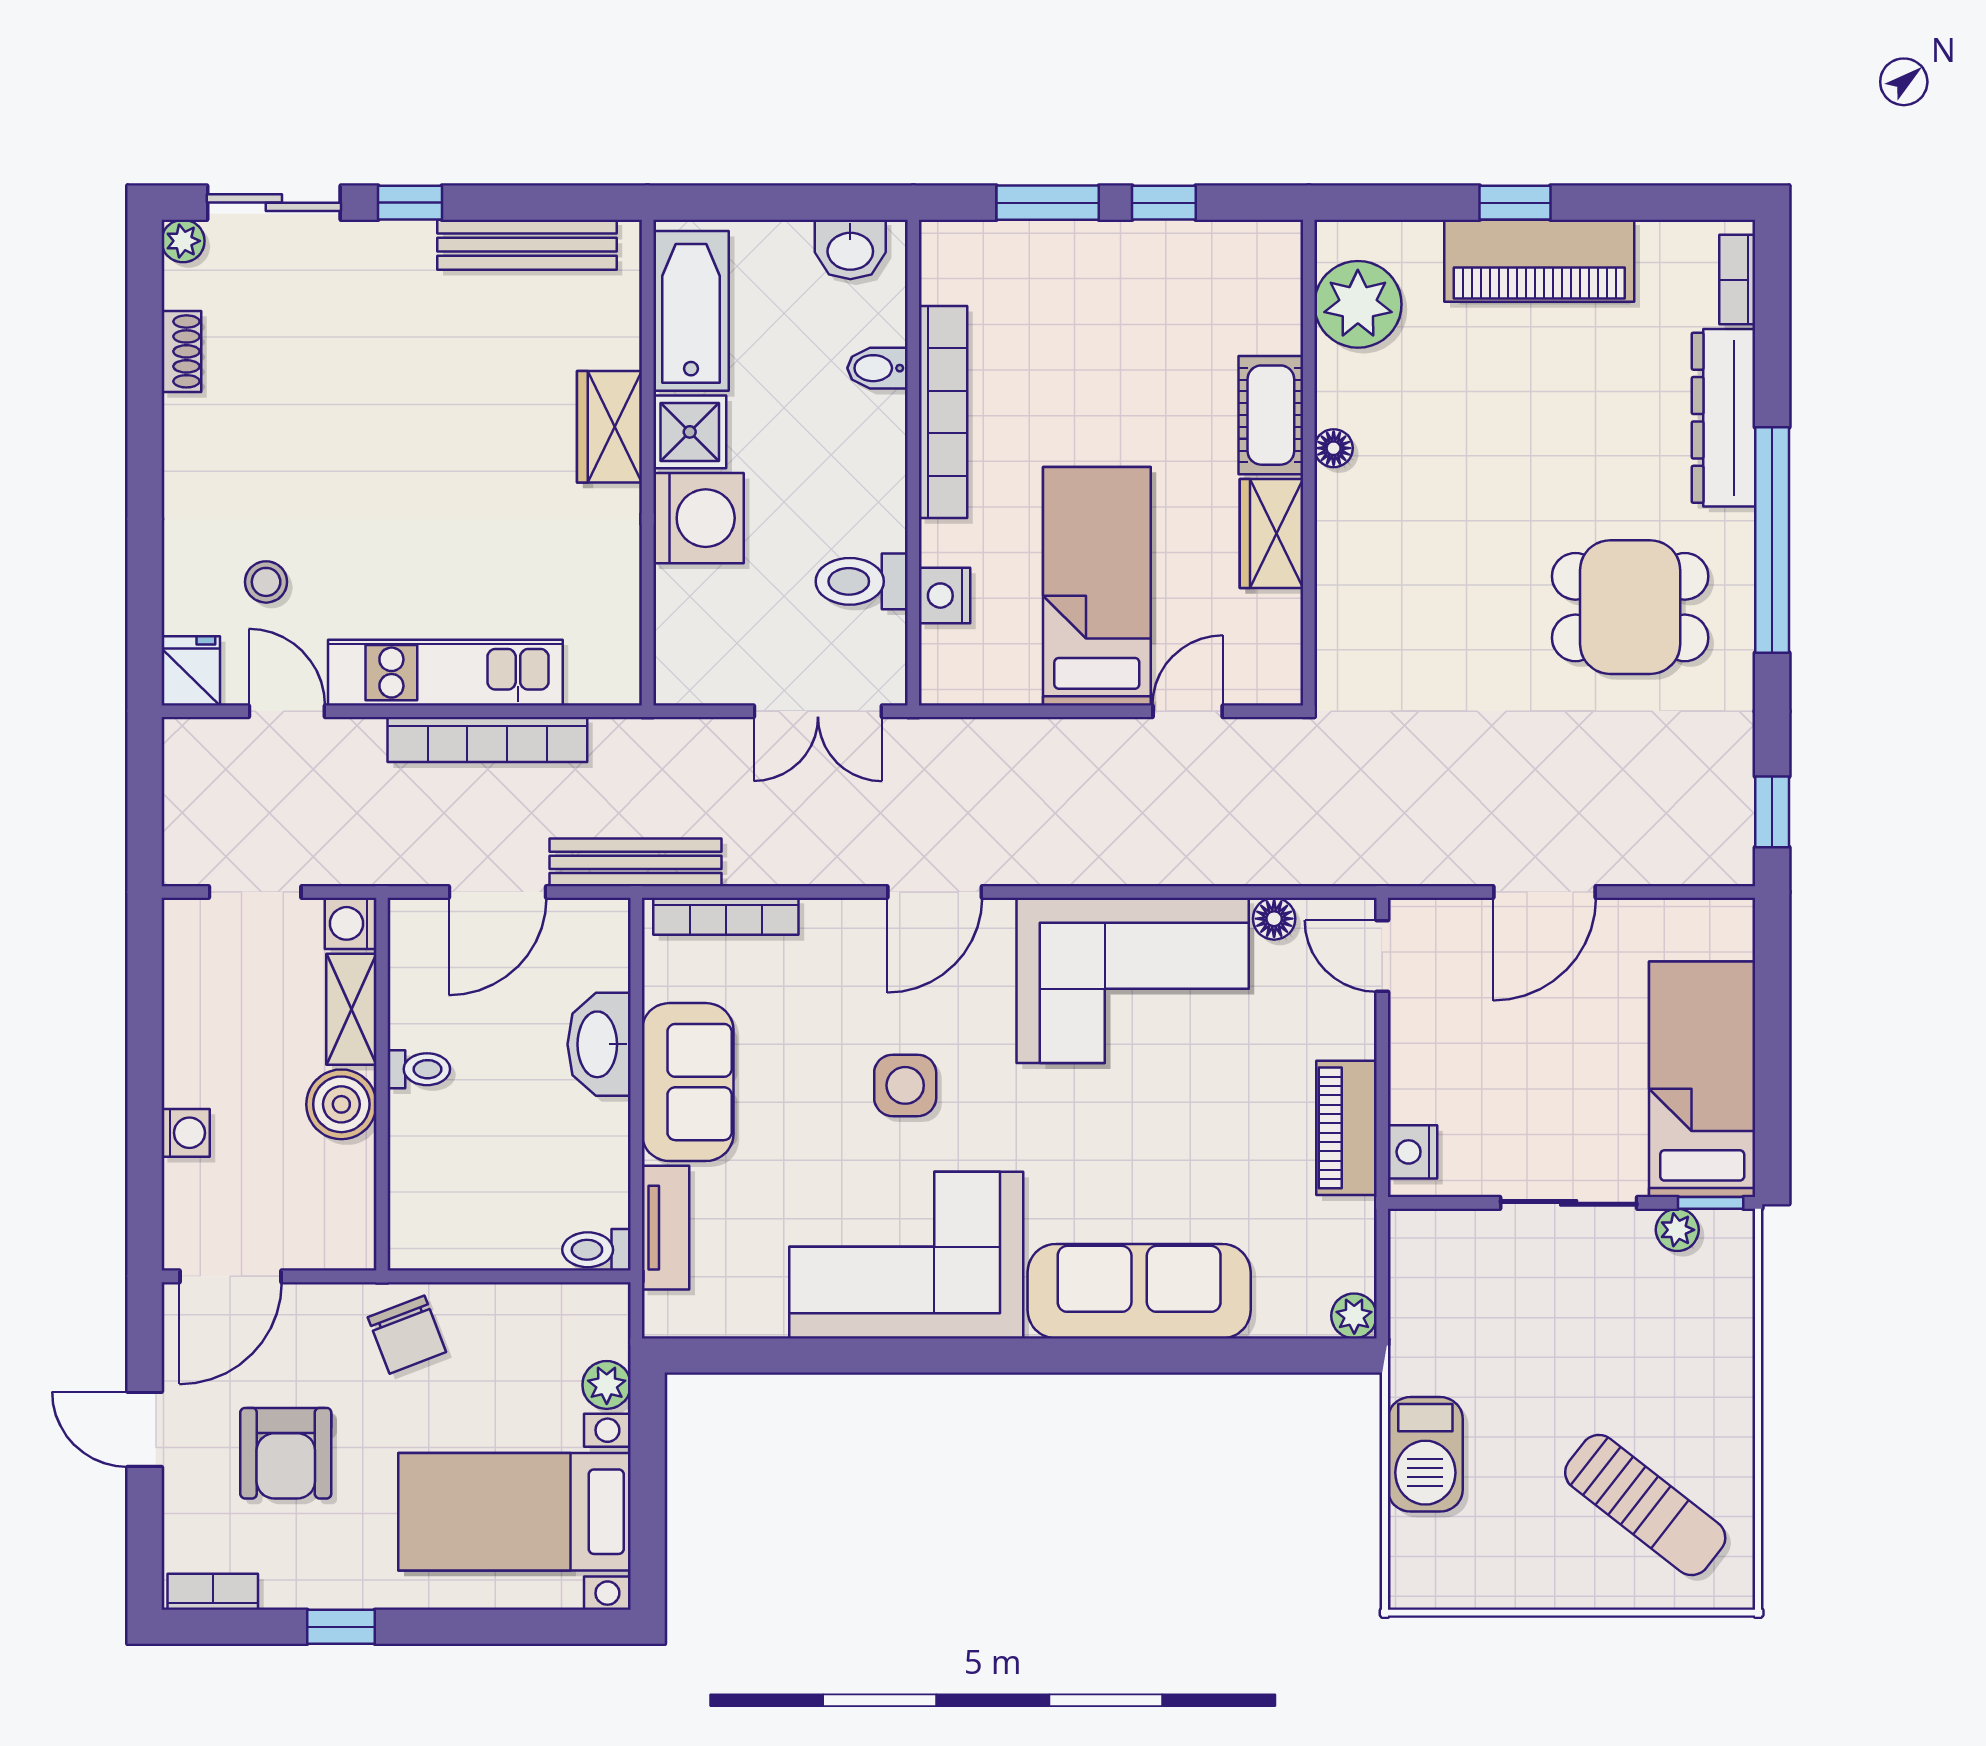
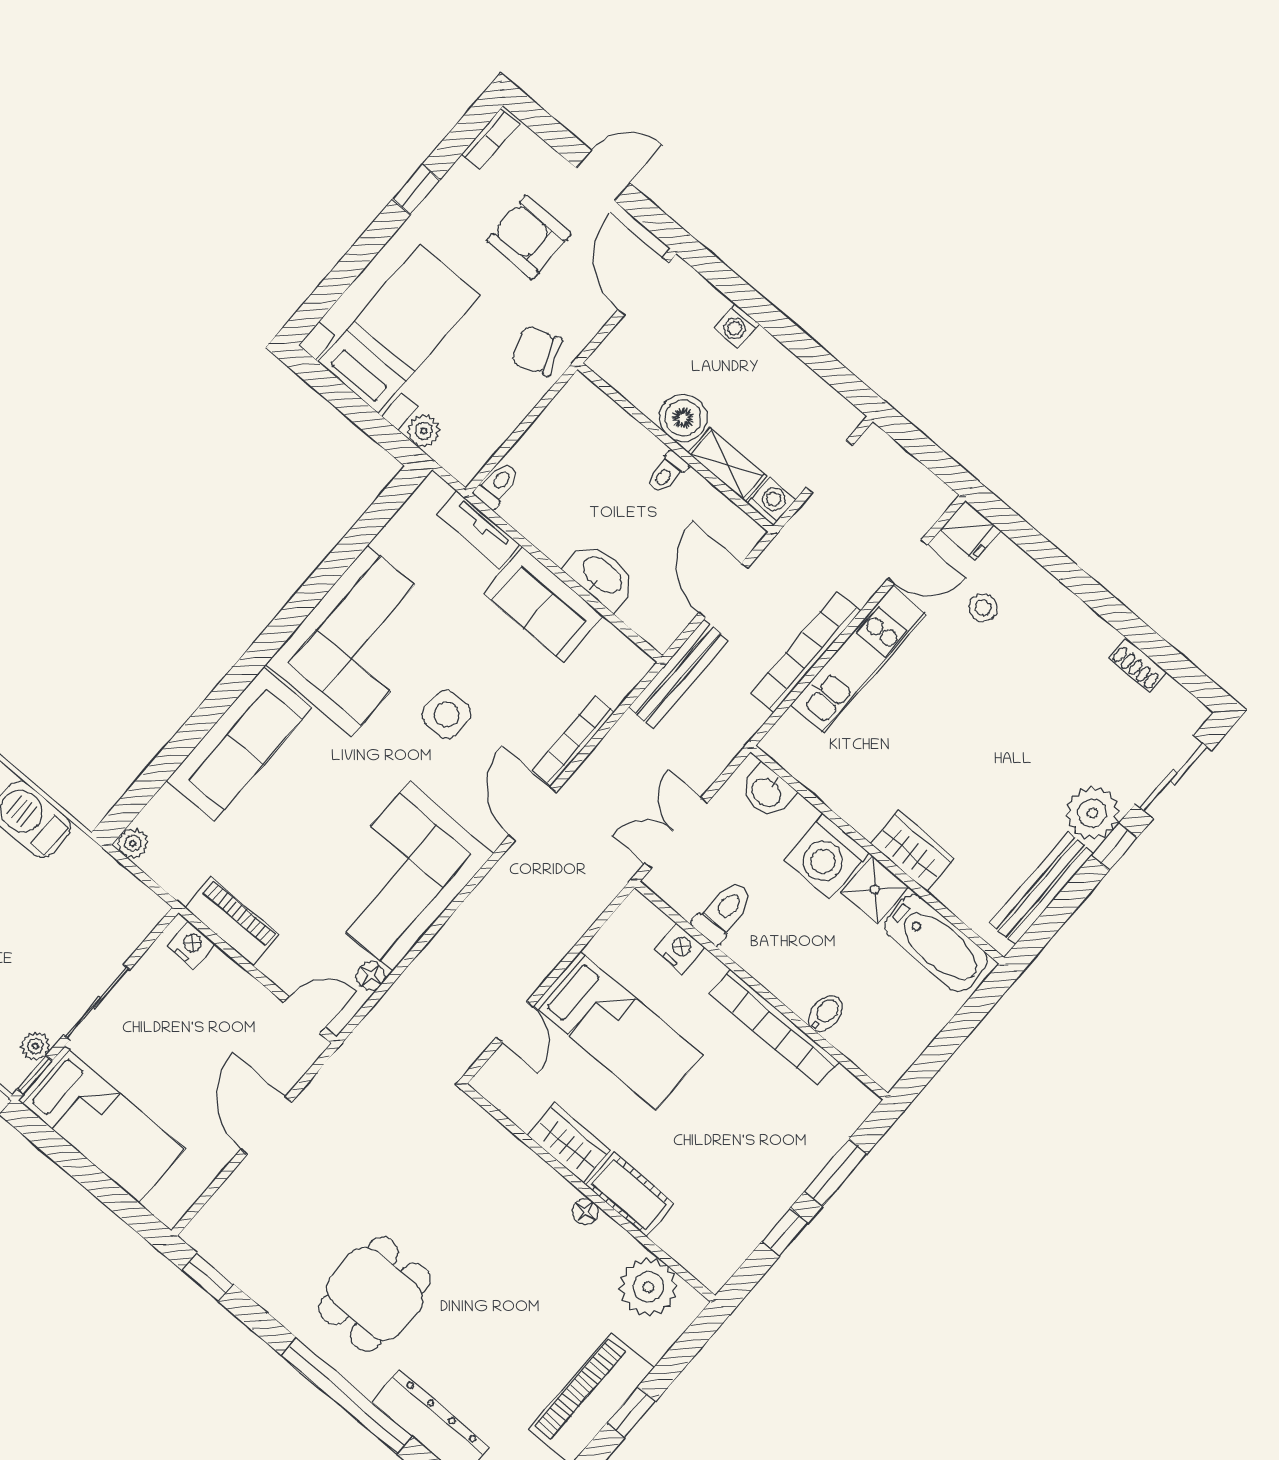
plant: (183, 241) -> (1092, 813), moved, width x1.87, depth x1.87
washbasin: (850, 249) -> (767, 792), moved, turned -90
bookcase: (726, 916) -> (573, 741), moved

